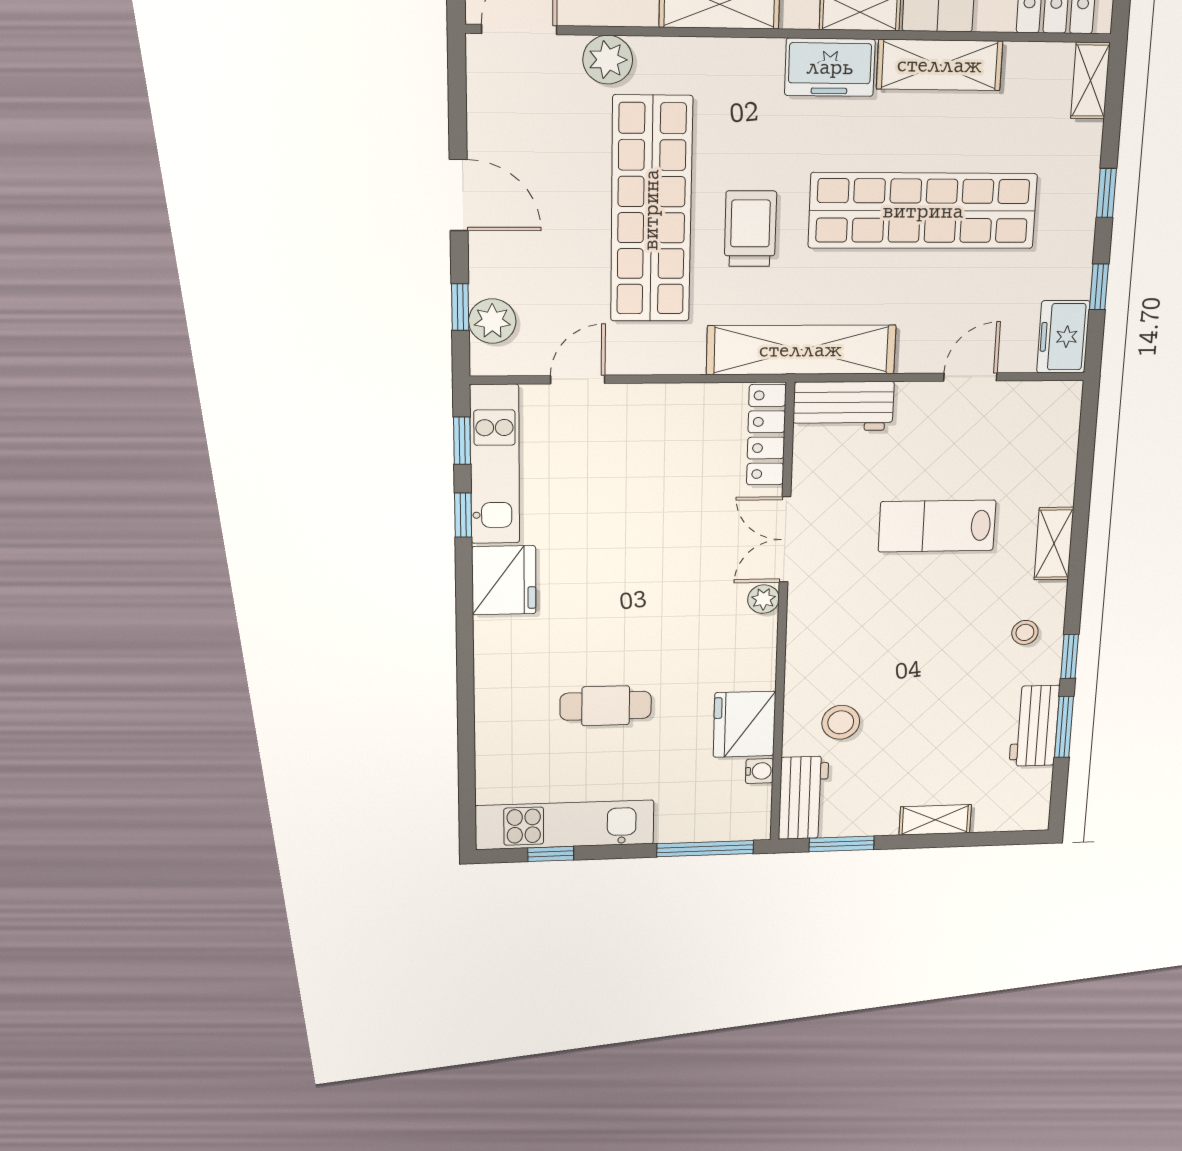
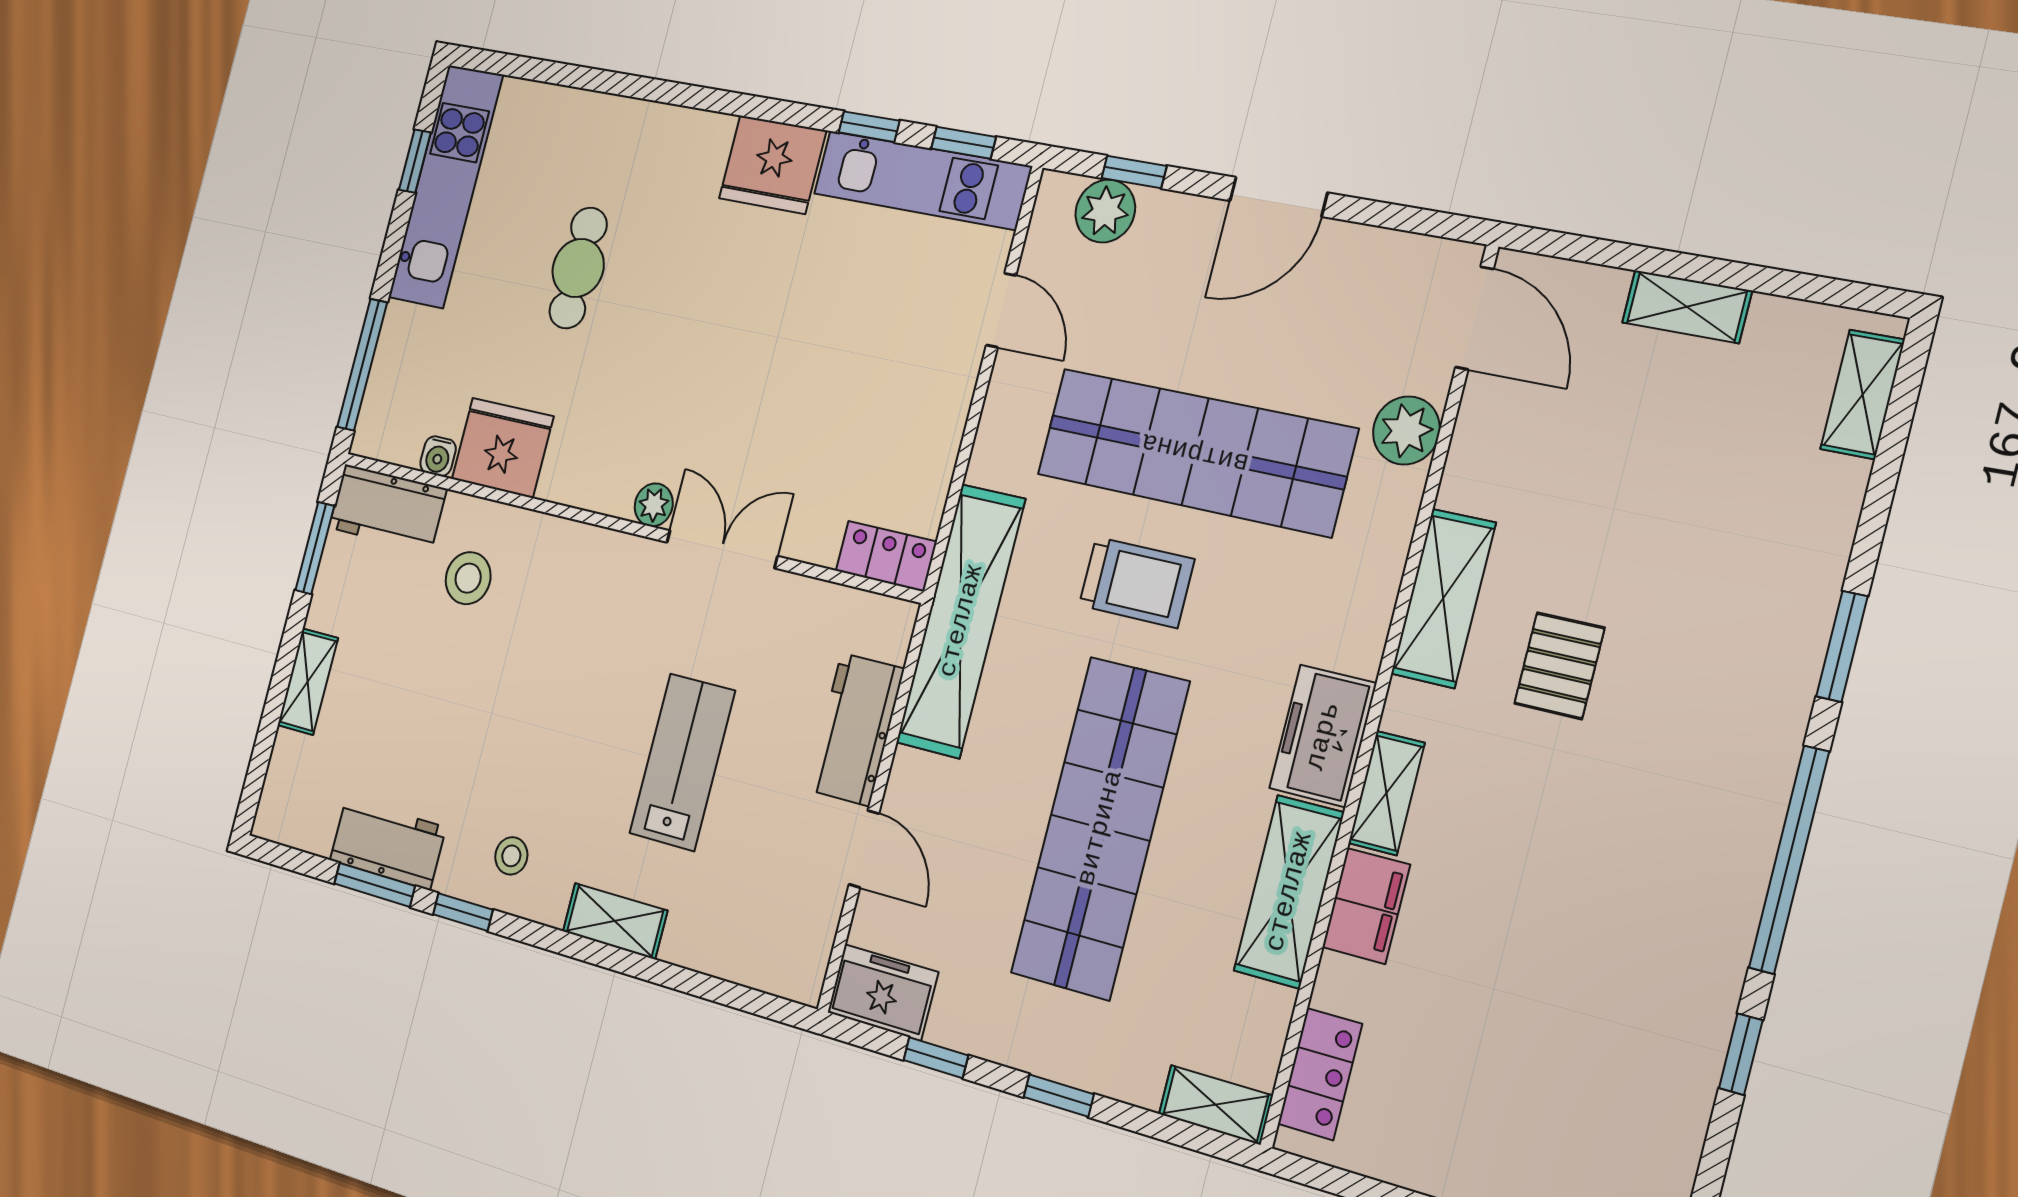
workbench: (843, 406) -> (856, 729), moved
locker: (766, 435) -> (886, 556), width x0.66

